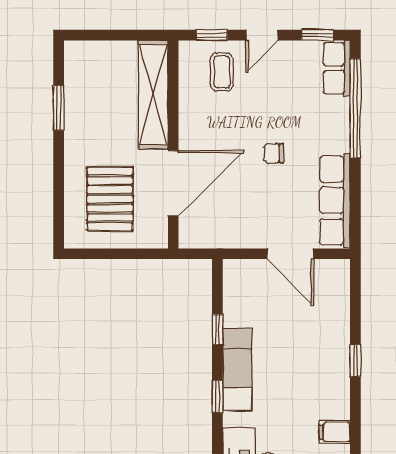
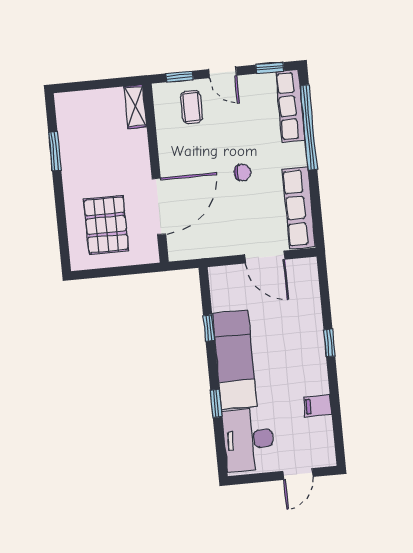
door: (262, 35) -> (223, 72), hinge flipped
row of seats: (337, 68) -> (290, 106), width x1.48
shelving: (153, 95) -> (135, 107), width x0.45, depth x0.75
chair: (274, 153) -> (242, 172), turned 180
exam couch: (237, 369) -> (235, 360), width x1.36, depth x1.45
window: (217, 397) -> (216, 403), moved

